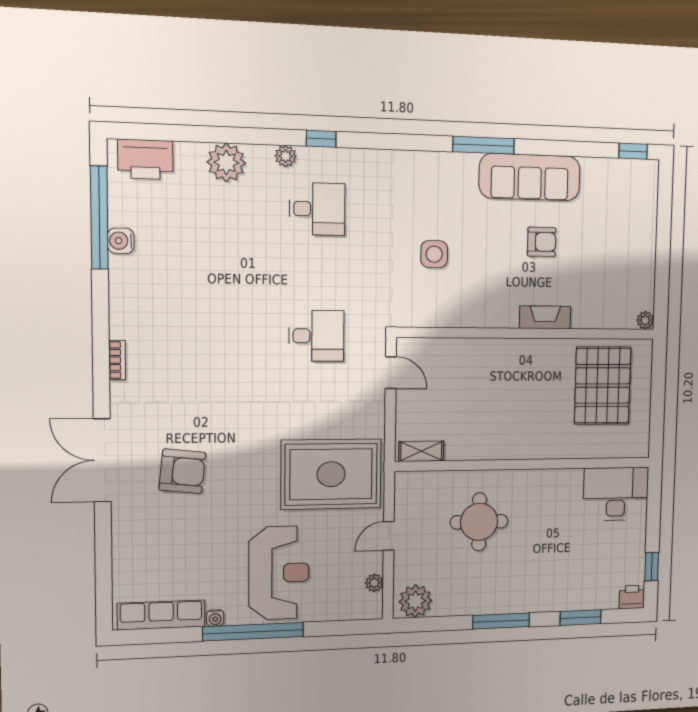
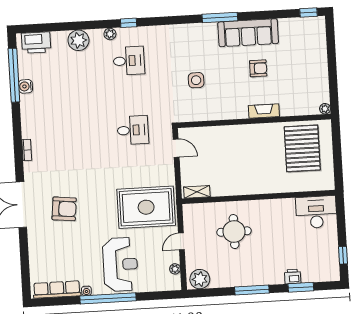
printer: (632, 597) -> (293, 276), moved

